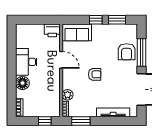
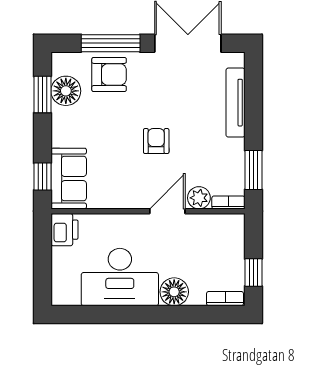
window: (96, 20) -> (42, 177), moved
floor lamp: (119, 31) -> (66, 91), added
door: (61, 60) -> (167, 211), moved
desk: (26, 62) -> (120, 277), width x1.36, depth x1.30
window: (45, 121) -> (253, 272), moved

